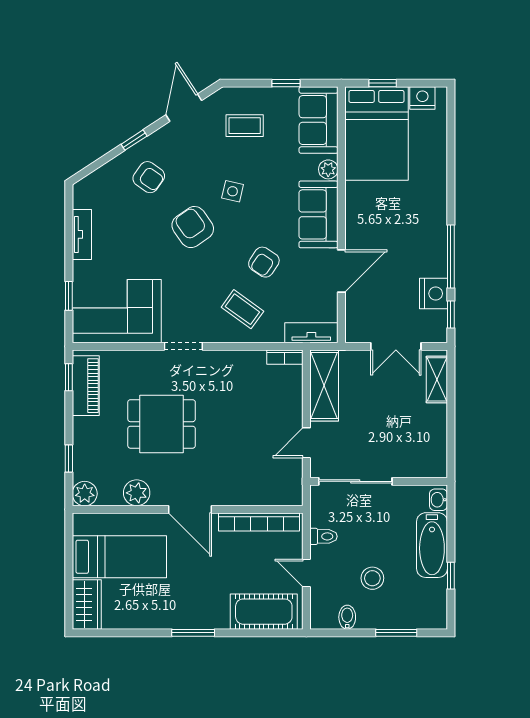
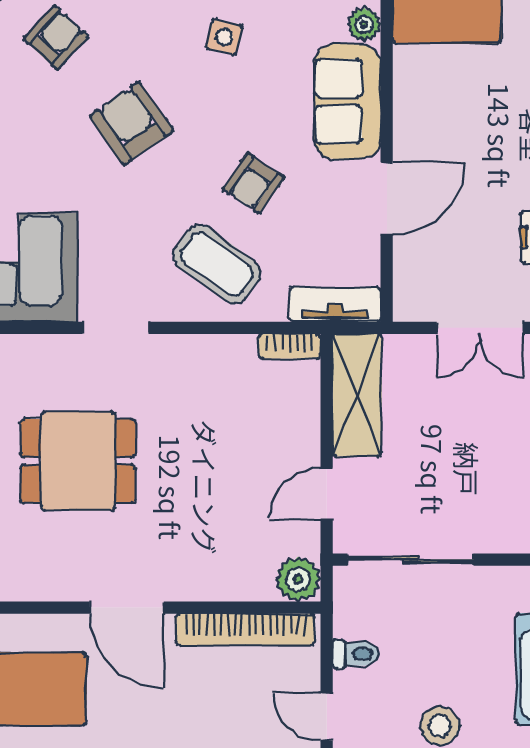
armchair: (149, 177) -> (56, 37), turned -82
side table: (233, 191) -> (224, 37), moved
coffee table: (242, 309) -> (217, 264), width x1.36, depth x1.30
plant: (137, 493) -> (298, 579), moved

